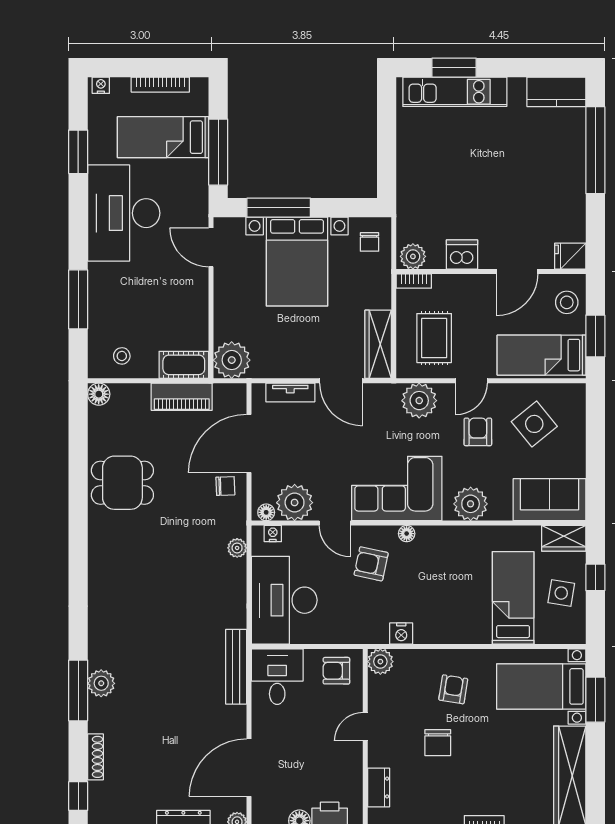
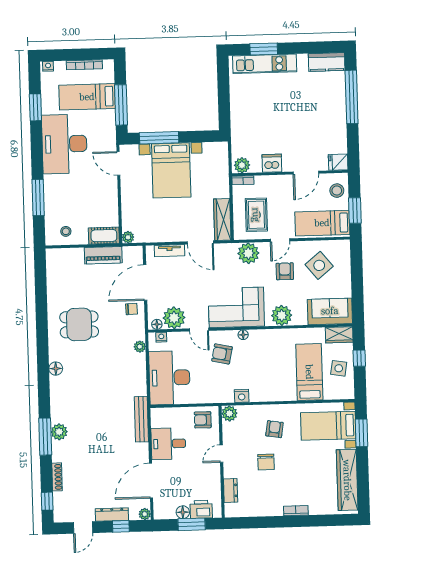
chair: (369, 242) -> (215, 157), removed
plant: (232, 360) -> (128, 237), width x0.53, depth x0.53
floor lamp: (99, 394) -> (56, 369), moved
dining table: (122, 483) -> (79, 324), moved
desk: (277, 677) -> (168, 444), moved, turned -90

